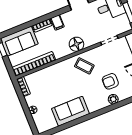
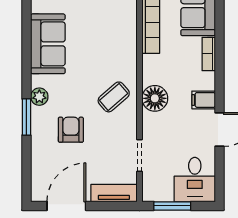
filing cabinet: (57, 22) -> (204, 100), moved
plant: (113, 99) -> (39, 97), moved
window: (113, 107) -> (26, 117), added

